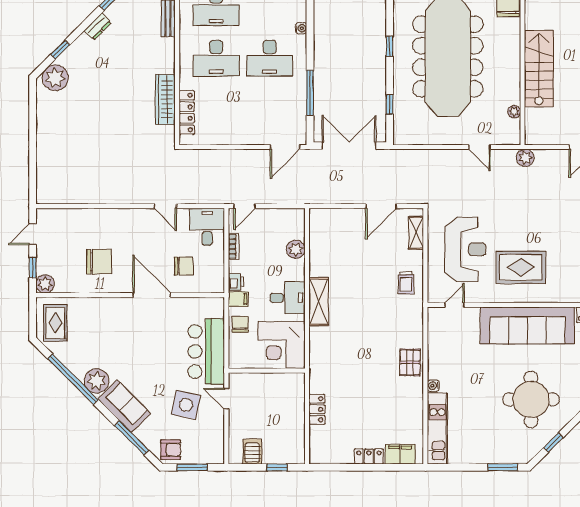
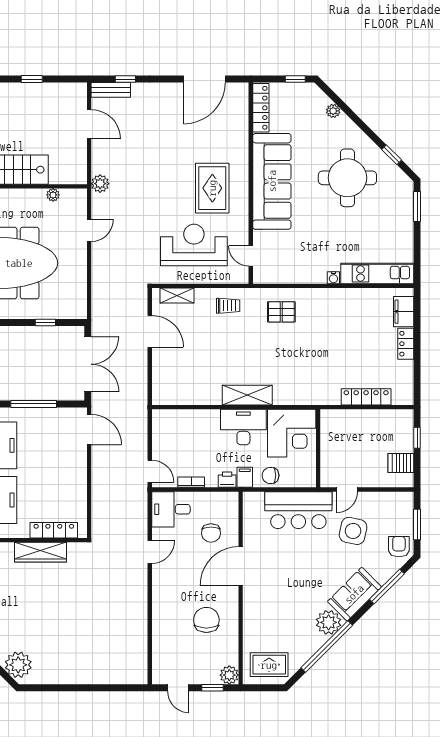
double door: (349, 146) -> (88, 364), swing flipped
plant: (296, 249) -> (194, 419), removed
chair: (184, 266) -> (211, 533), turned 180
desk: (288, 298) -> (243, 427), width x1.37
pallet: (410, 362) -> (281, 312), moved
locker: (317, 409) -> (366, 397), width x1.53

